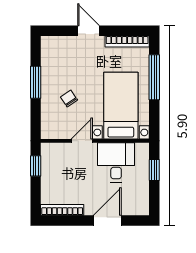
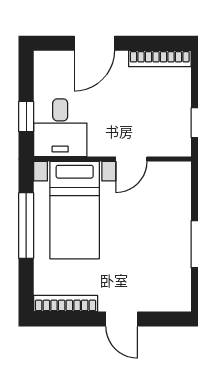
window: (154, 77) -> (26, 226), moved
chair: (69, 99) -> (150, 220), removed
desk: (116, 162) -> (60, 128), moved

